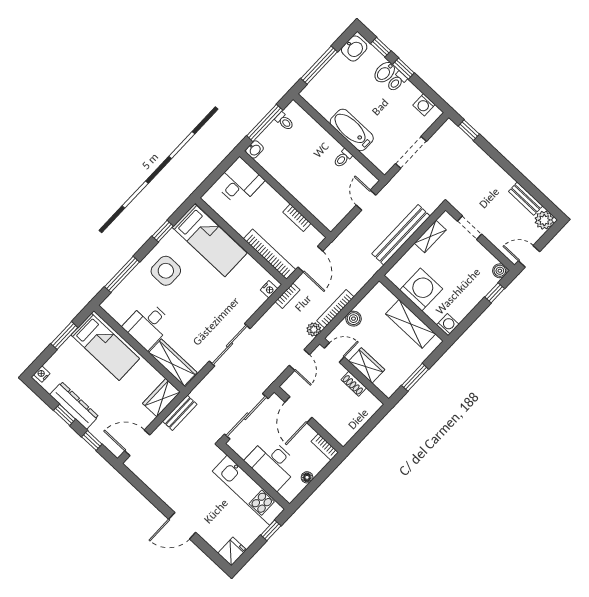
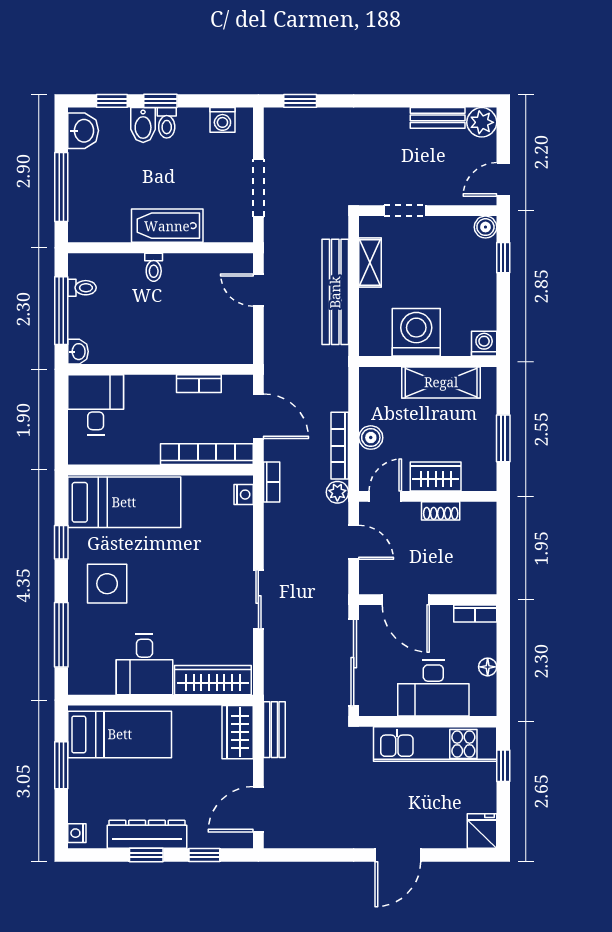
toilet: (343, 158) -> (154, 267), moved
sliding door: (230, 345) -> (258, 599), width x0.73

